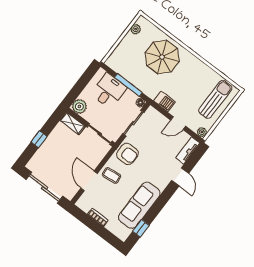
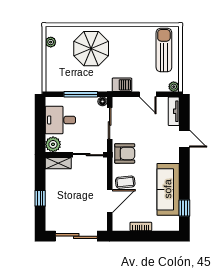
desk: (109, 91) -> (60, 120), moved, turned -90
door: (178, 123) -> (148, 94), hinge flipped
door: (89, 181) -> (110, 201), swing flipped

